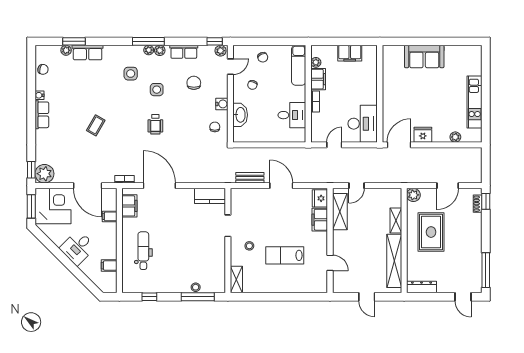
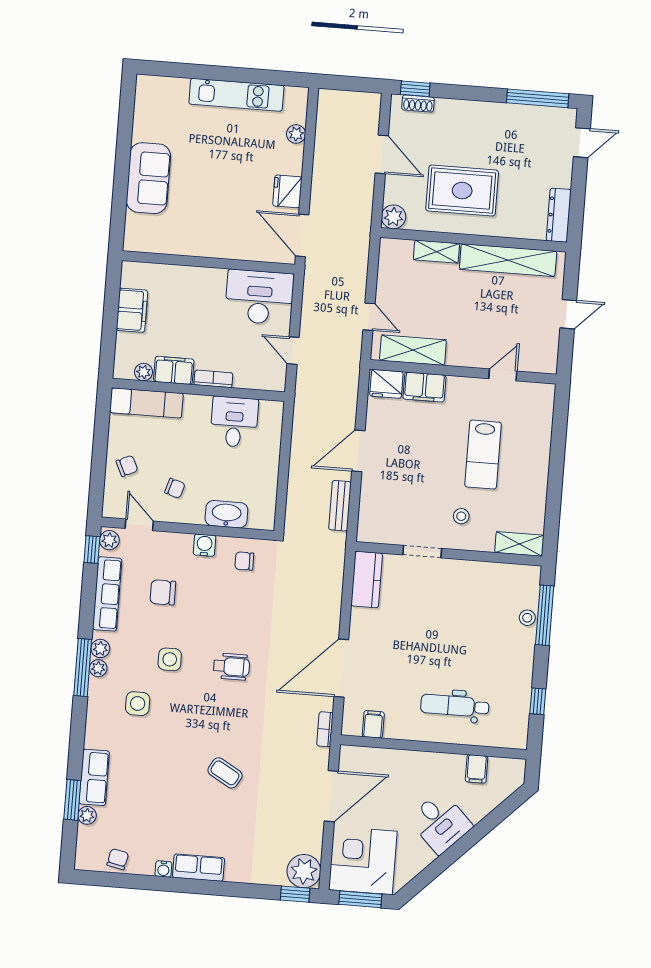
row of seats: (184, 52) -> (107, 594), width x1.48
filing cabinet: (129, 206) -> (373, 724), width x0.50
filing cabinet: (110, 216) -> (389, 761), removed

